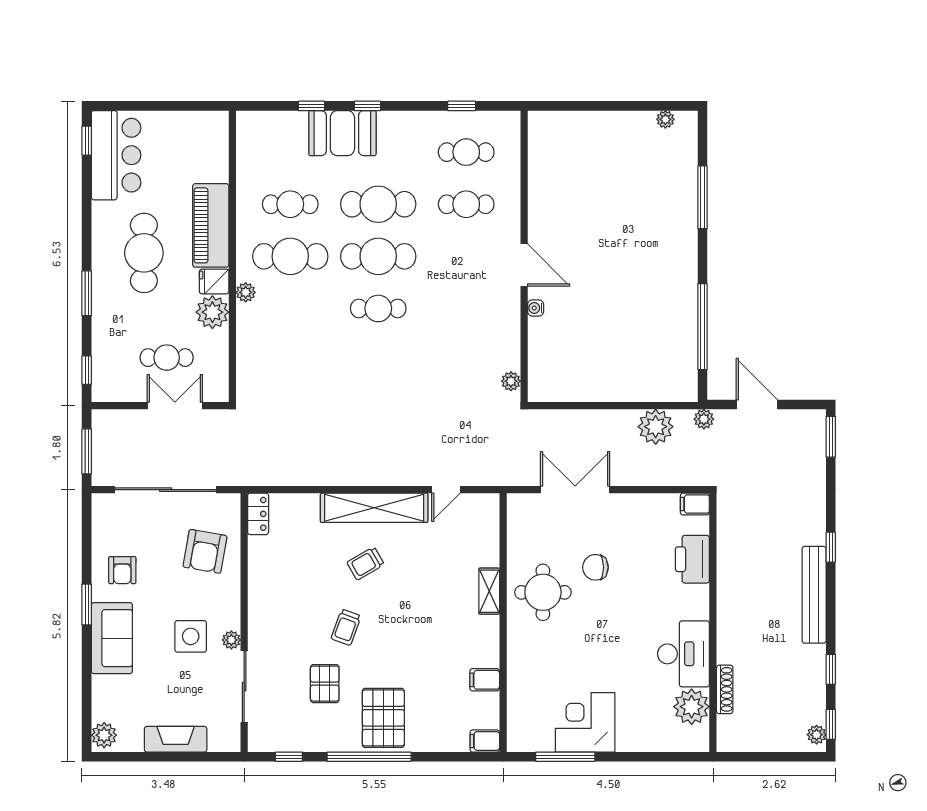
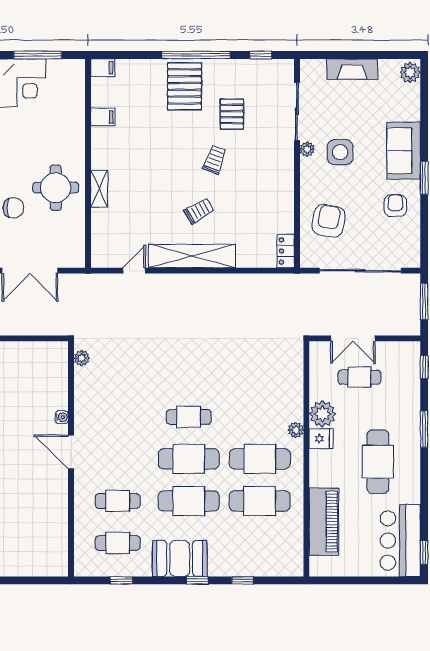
booth: (342, 133) -> (180, 558), moved
cafe table: (290, 204) -> (260, 501), width x1.37, depth x1.35
piano: (211, 225) -> (324, 521), moved

